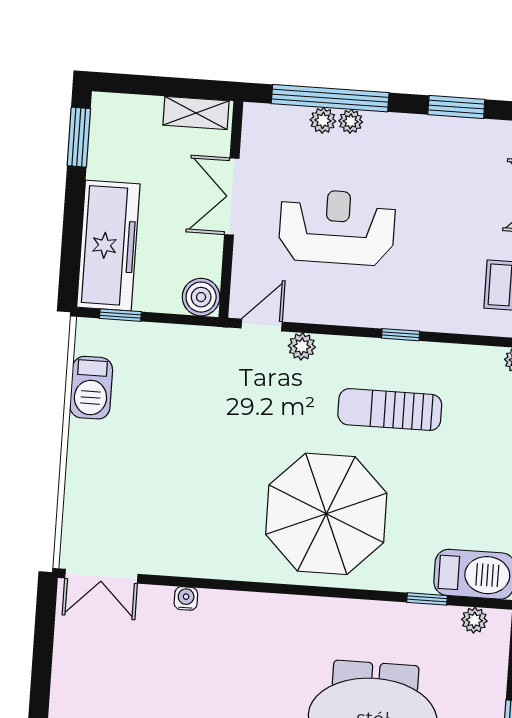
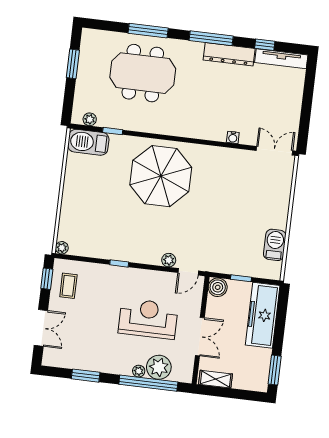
plant: (323, 120) -> (159, 367), width x1.88, depth x1.88
reception desk: (337, 227) -> (148, 319), turned 180
window: (120, 315) -> (241, 278), moved
sun lounger: (390, 410) -> (126, 226), removed

